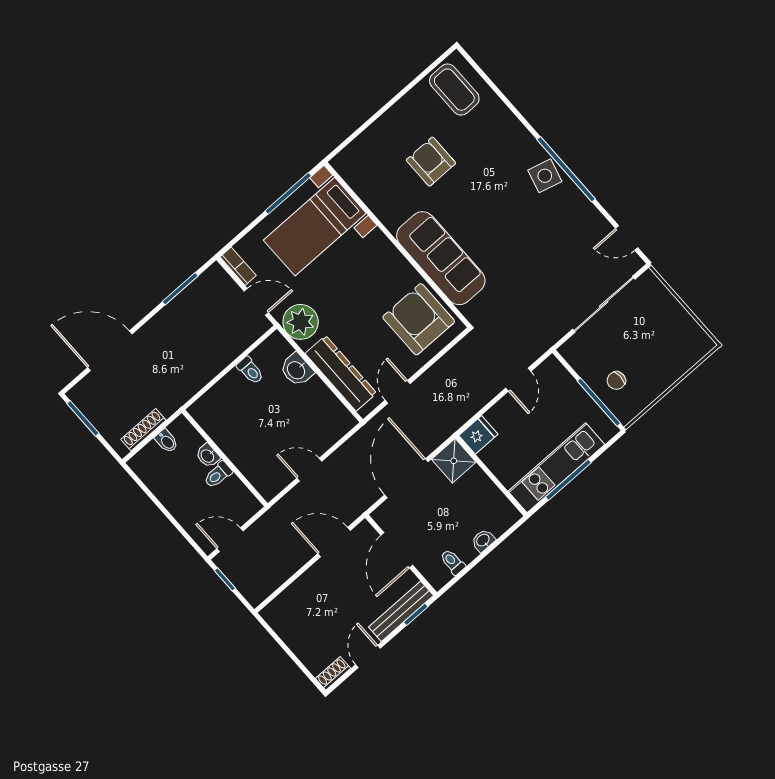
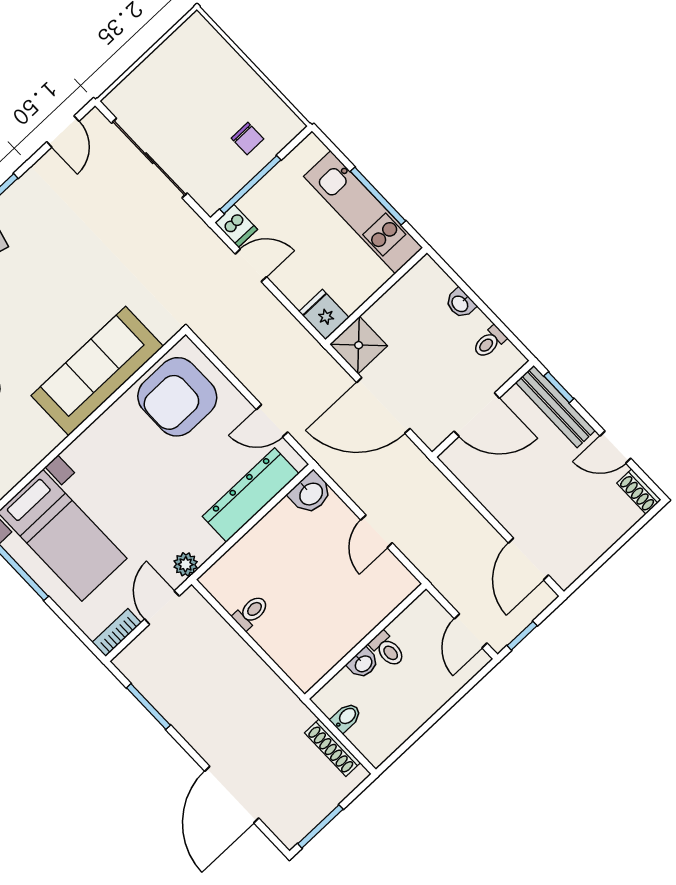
plant: (301, 322) -> (186, 564), width x0.53, depth x0.53
dishwasher: (549, 369) -> (236, 226), added
washbasin: (297, 370) -> (310, 493), moved
window: (599, 402) -> (250, 185), moved
door: (334, 542) -> (528, 559), moved

